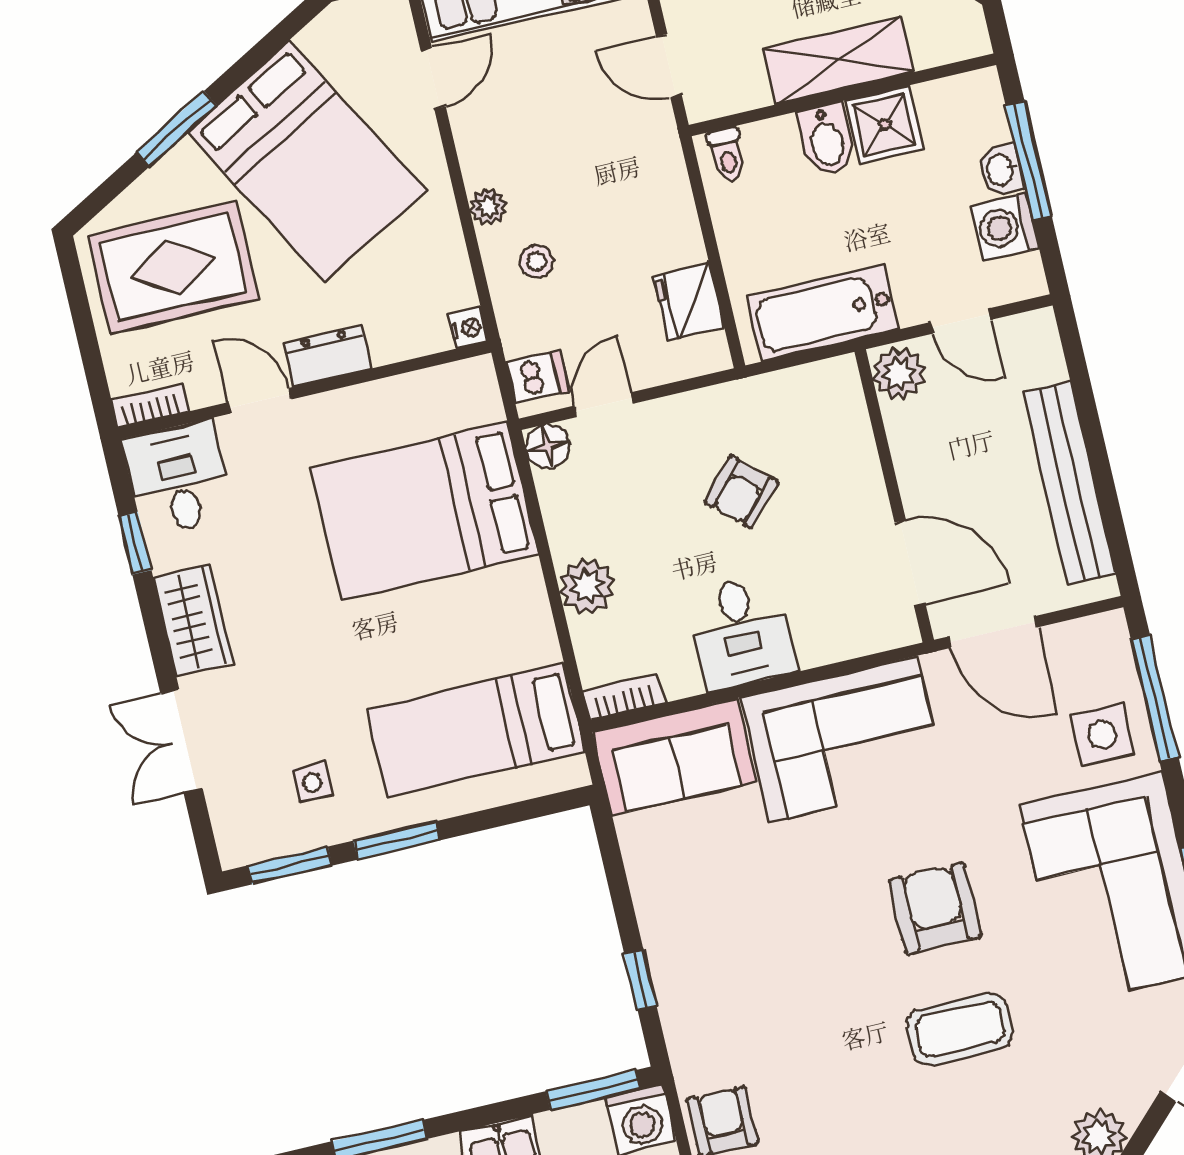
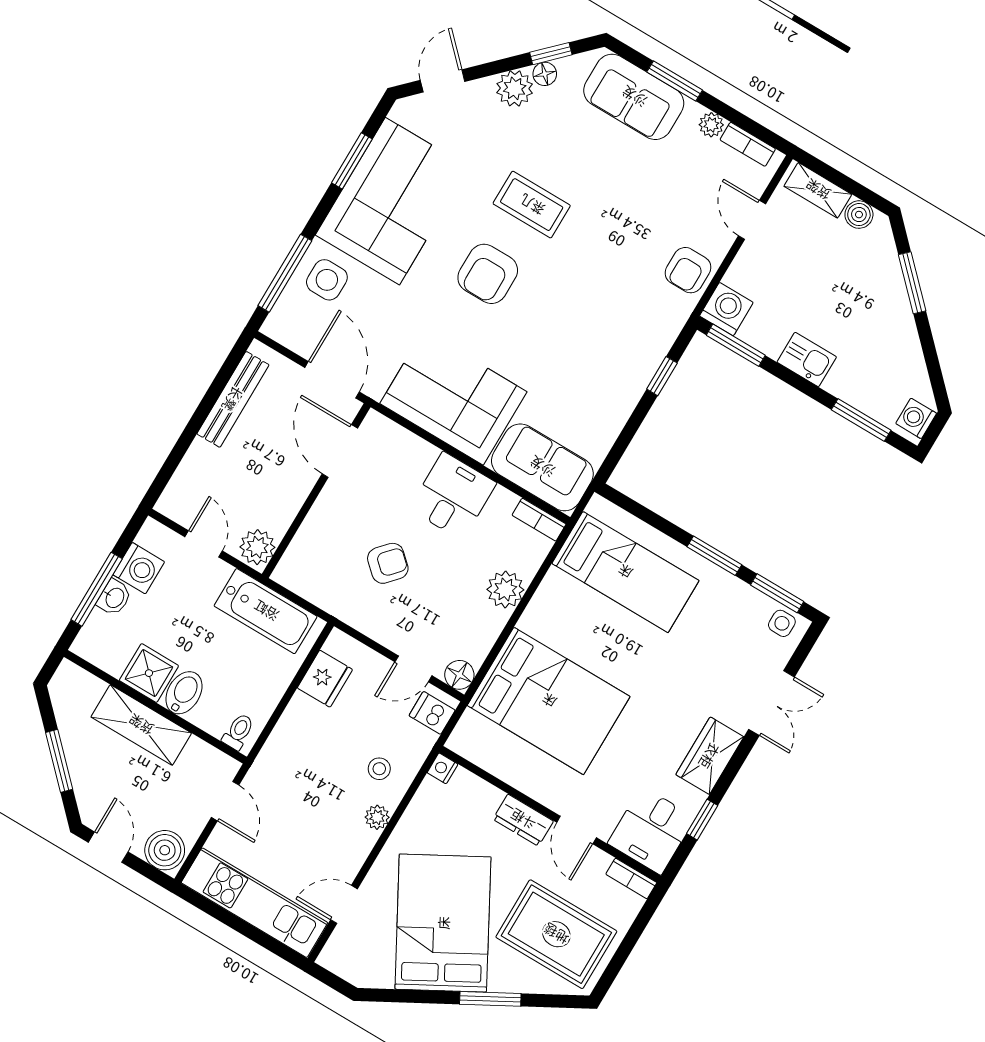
bench: (1069, 483) -> (233, 399), width x0.73, depth x0.82
side table: (312, 782) -> (782, 623), moved

